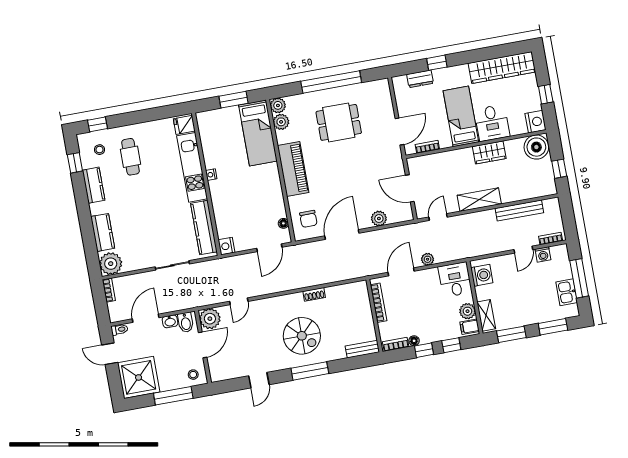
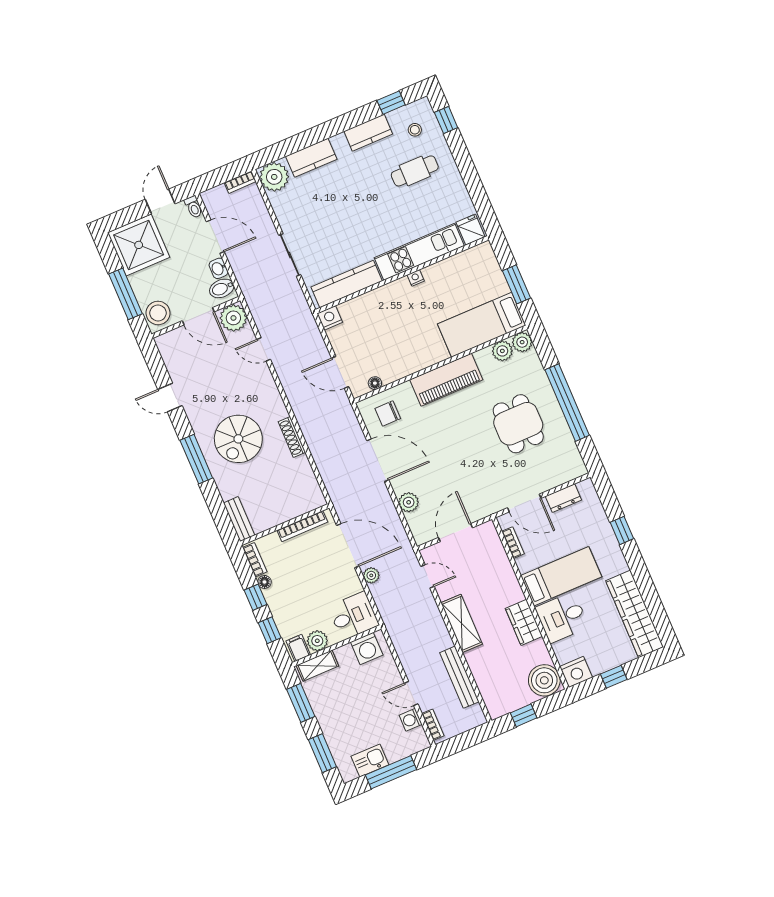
dresser: (420, 79) -> (563, 498), moved, turned -90
door: (401, 272) -> (348, 546), width x1.36
shoe rack: (314, 294) -> (292, 437), width x1.43
stool: (193, 375) -> (158, 313), width x1.89, depth x1.89

